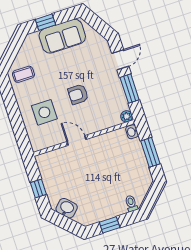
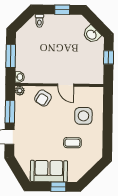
coffee table: (23, 74) -> (72, 143), moved
armchair: (78, 94) -> (43, 98), moved, turned 122

